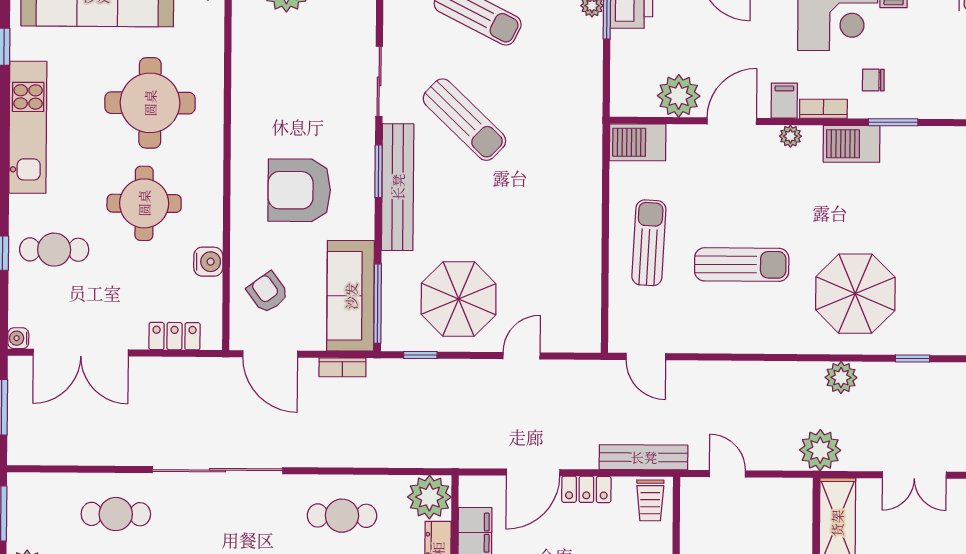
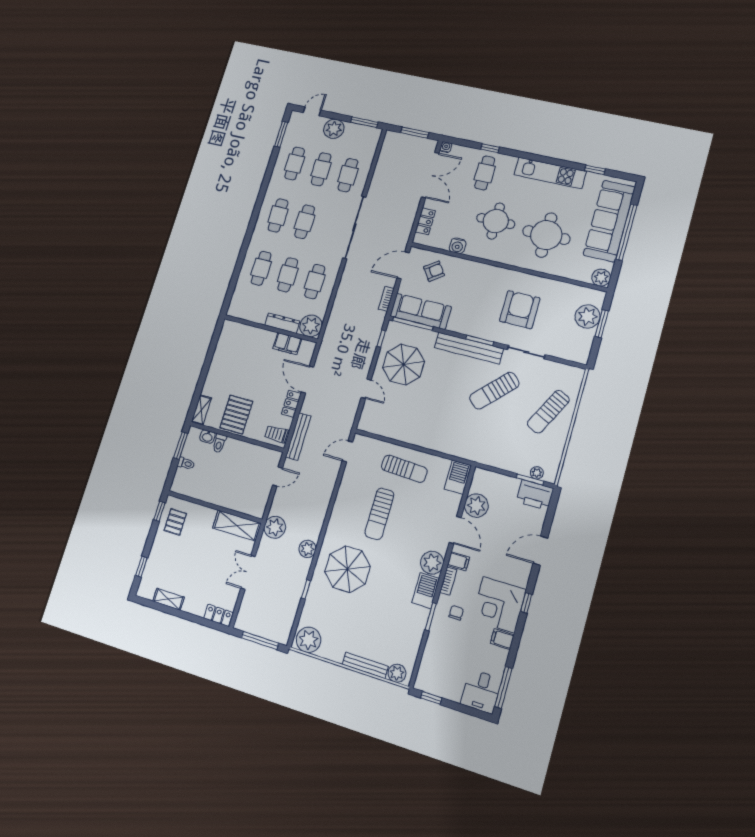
plant: (790, 136) -> (432, 563), width x1.88, depth x1.88
armchair: (299, 190) -> (520, 310), moved
double door: (81, 353) -> (430, 175), swing flipped

